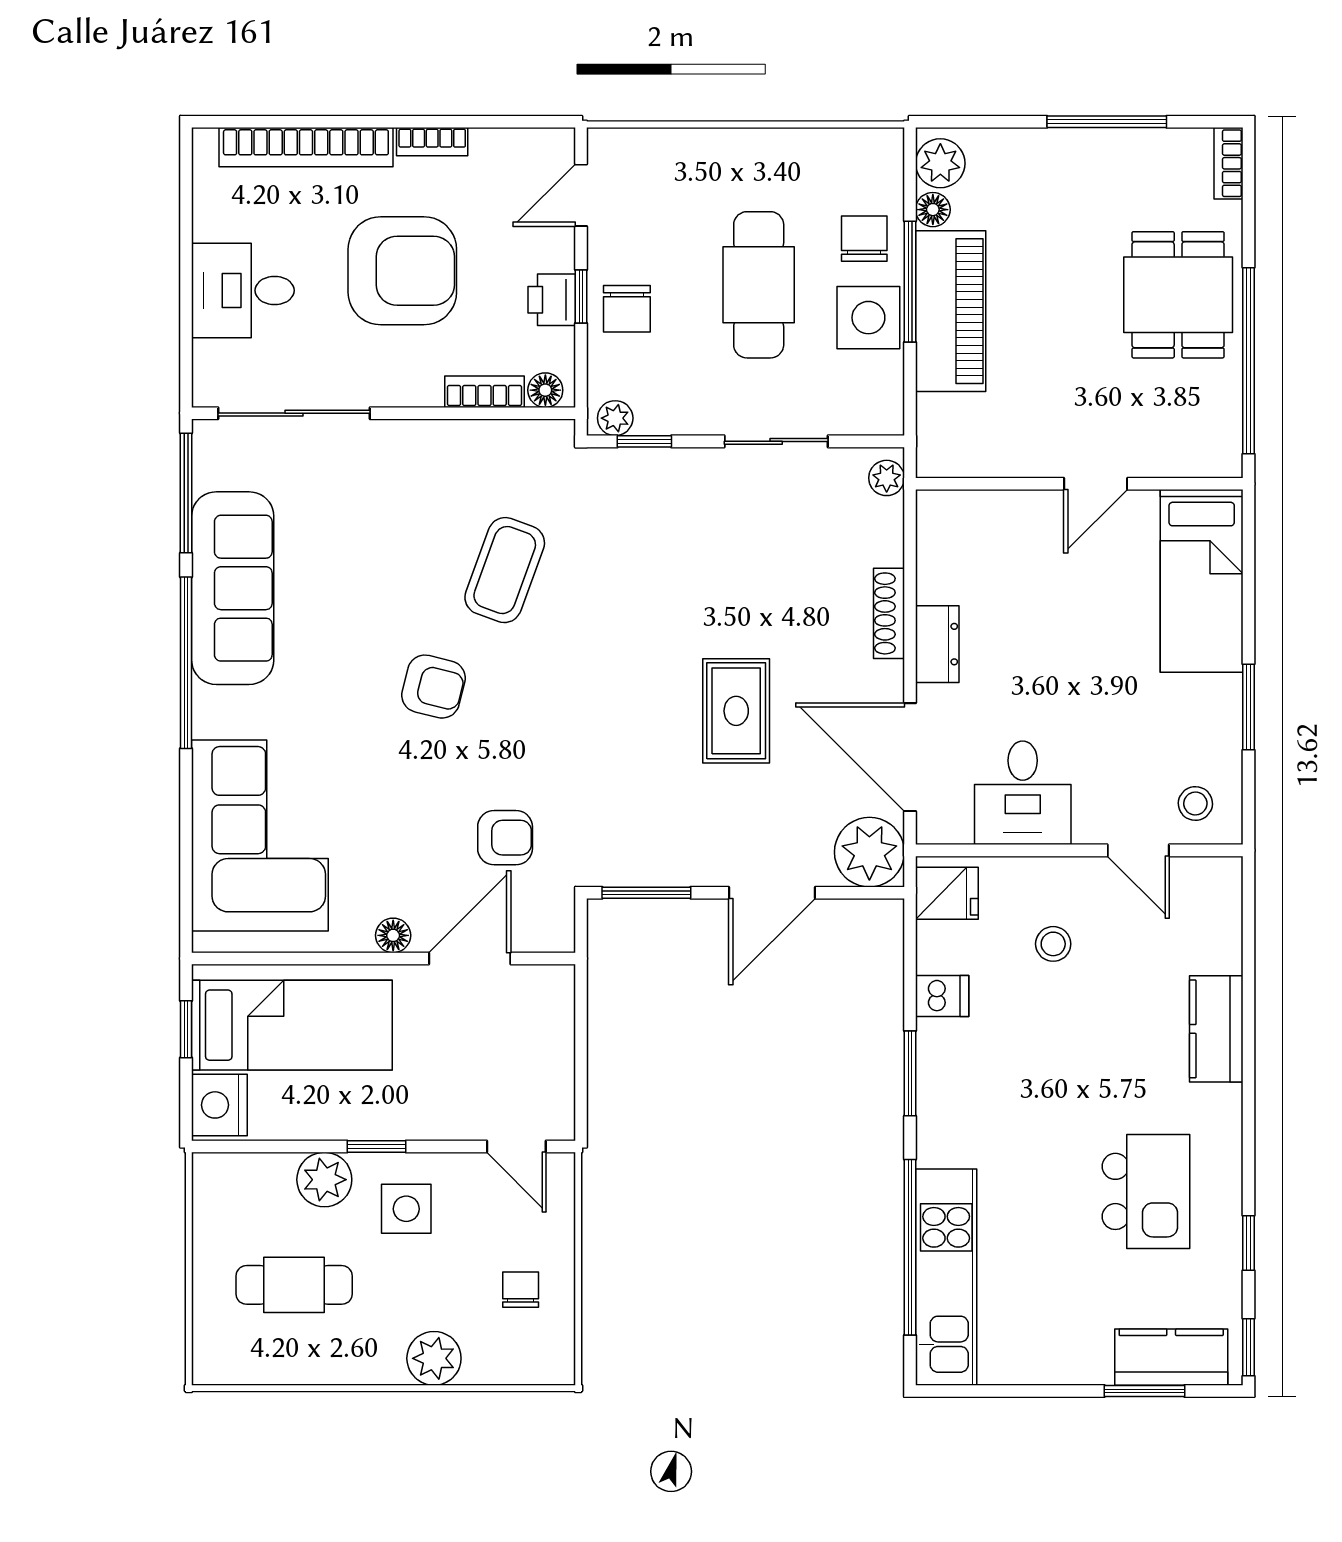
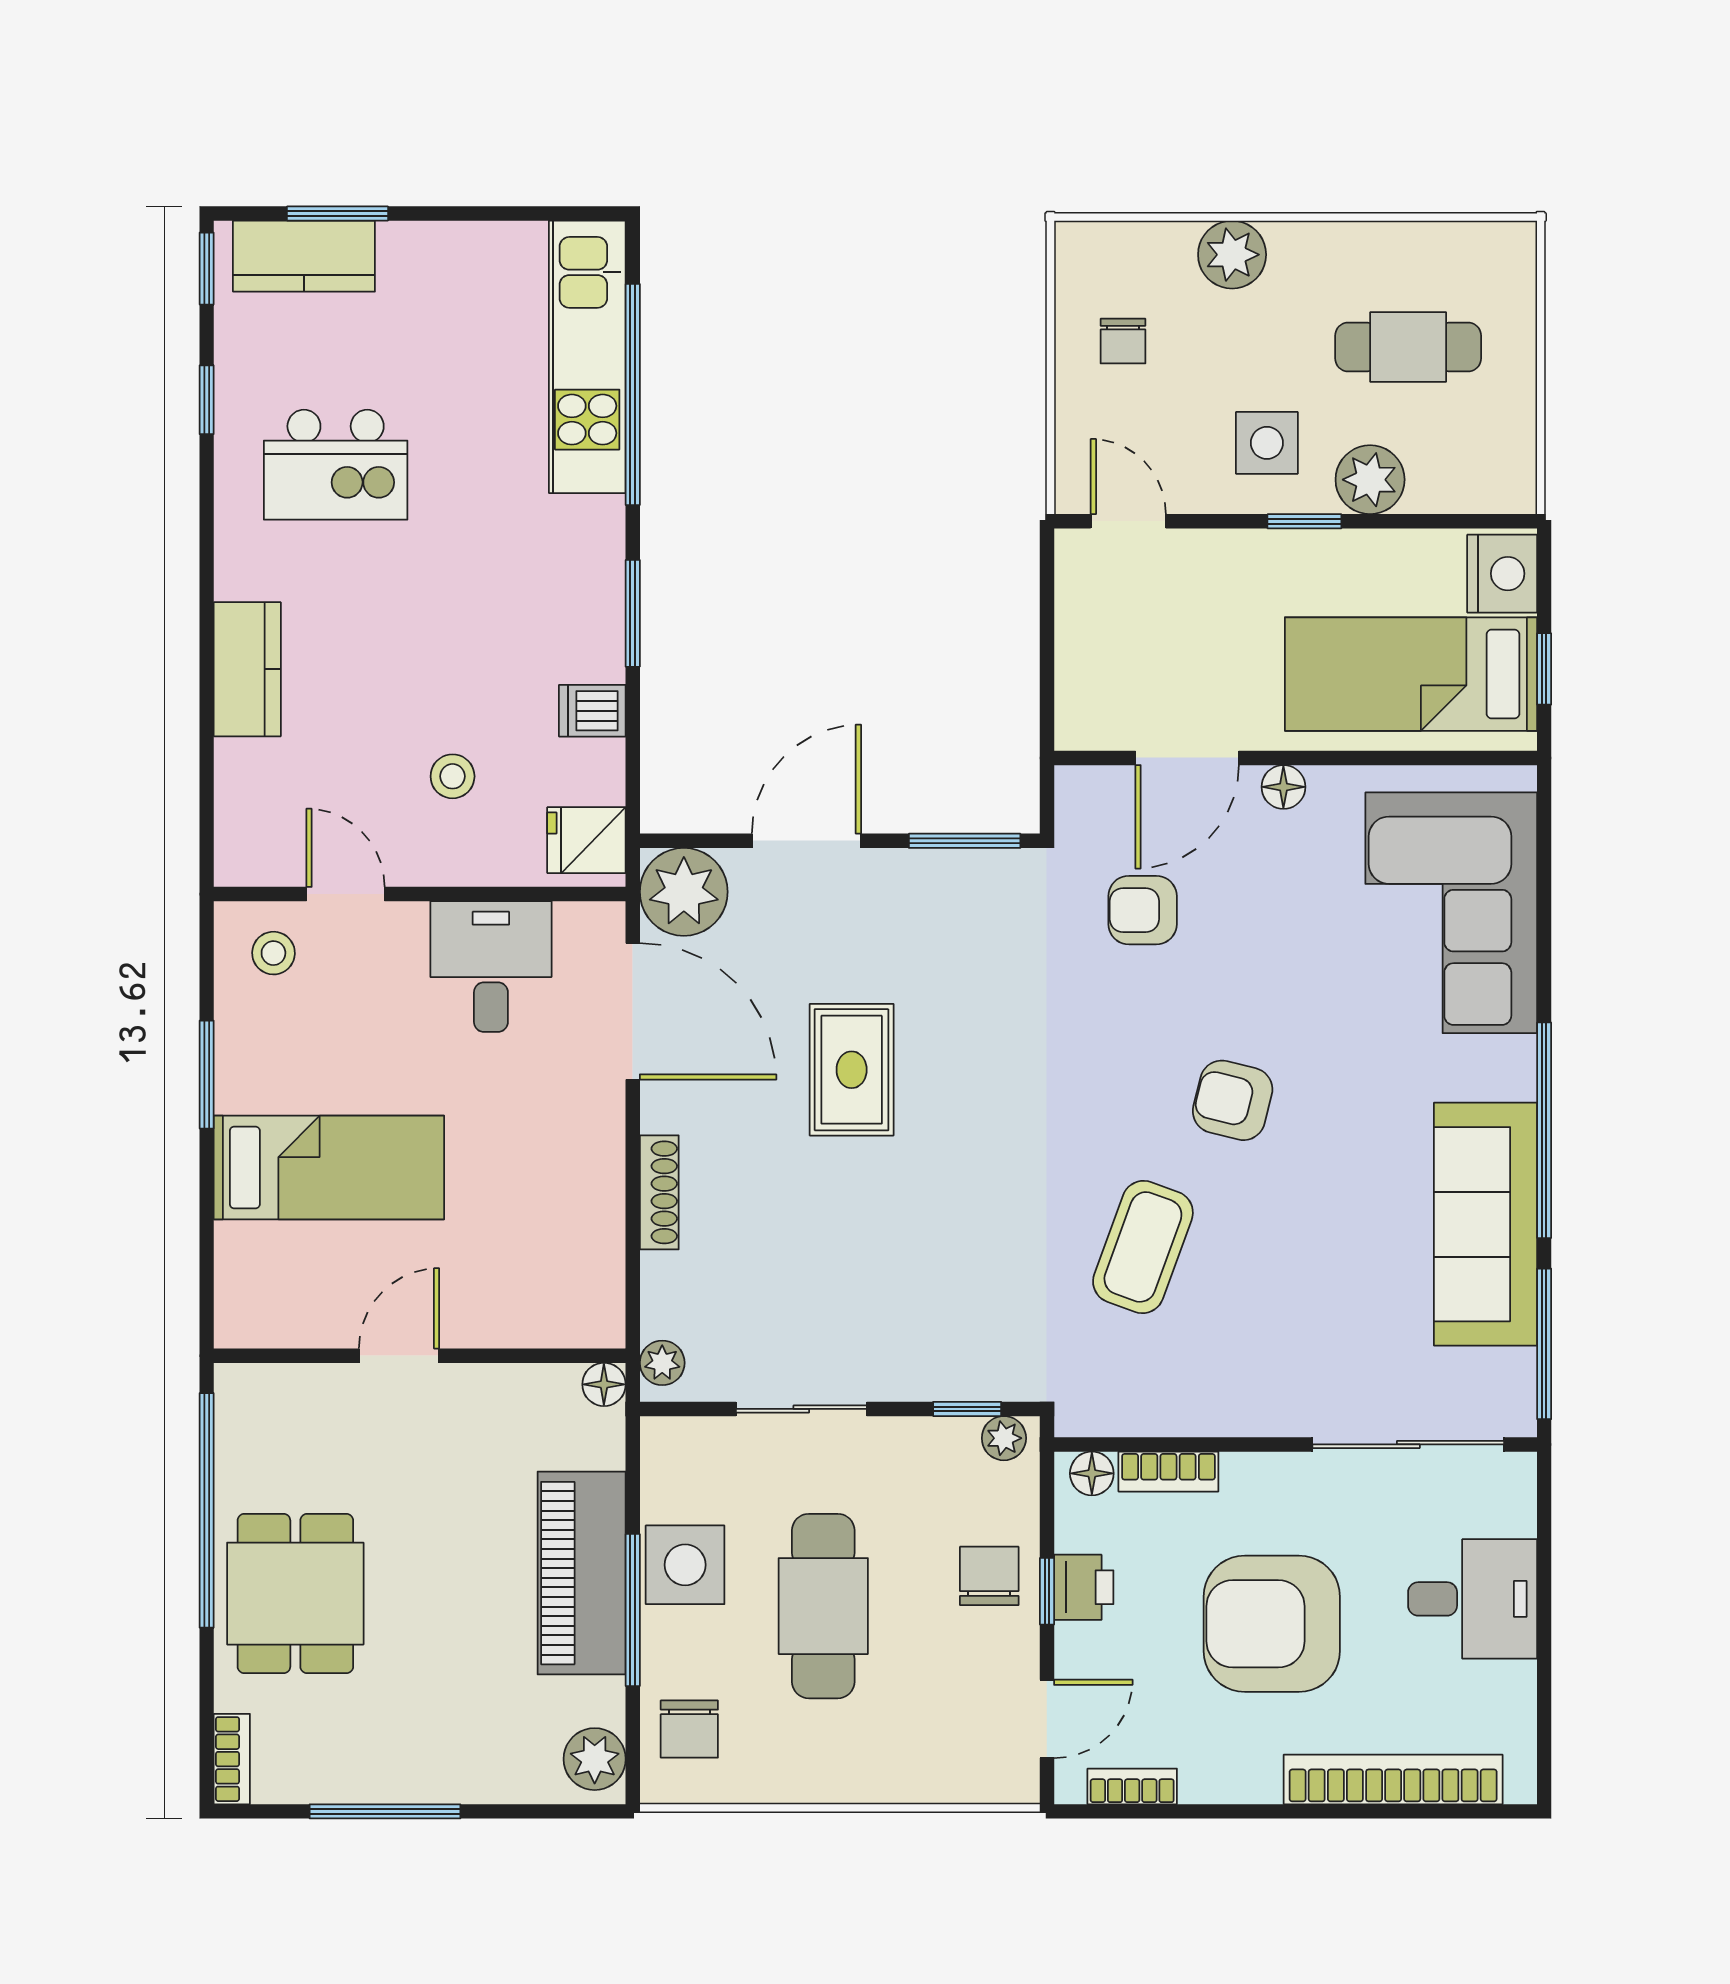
bookcase: (432, 142) -> (1132, 1786), moved
floor lamp: (933, 210) -> (604, 1384), moved
chair: (864, 239) -> (689, 1729), moved
bed: (1202, 581) -> (329, 1167), moved, turned 90
dresser: (937, 644) -> (598, 1154), removed
kitchen island: (1146, 1191) -> (336, 465), turned -90

